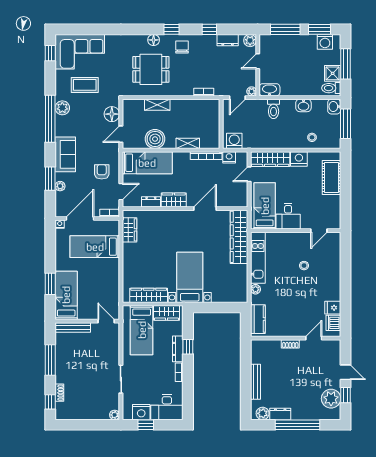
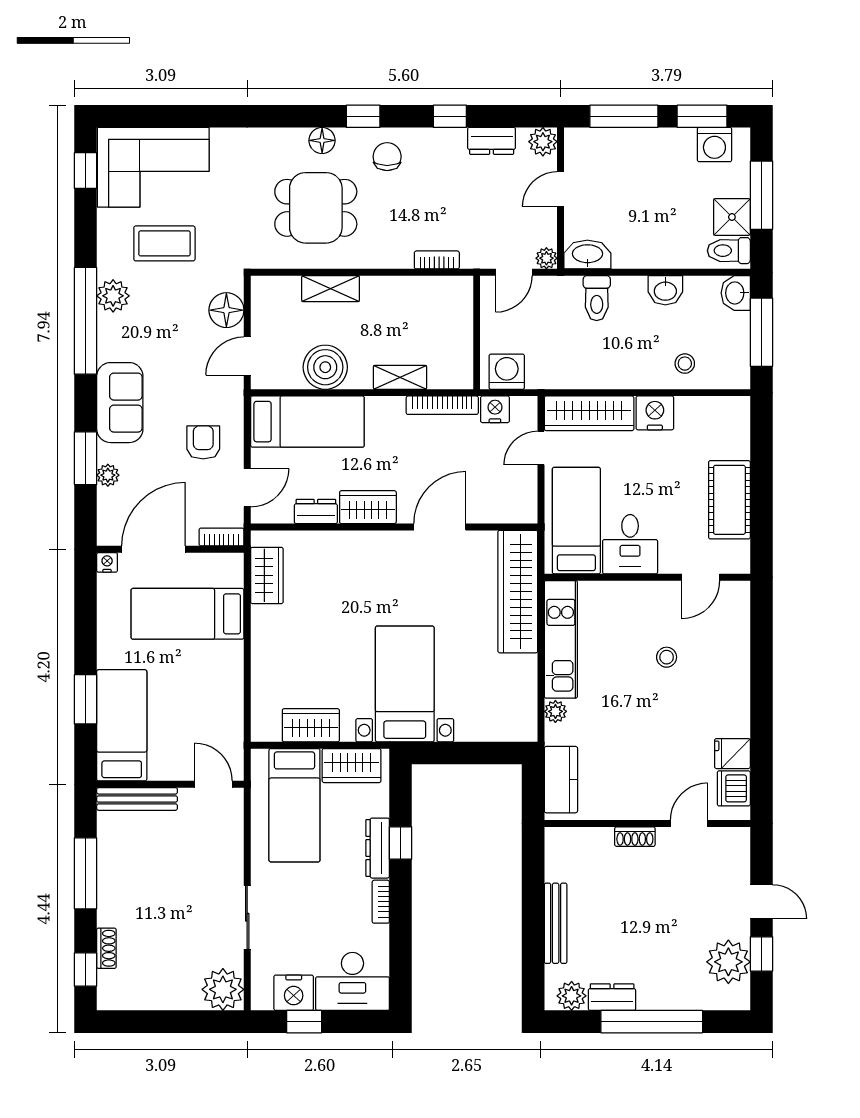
cot: (331, 178) -> (729, 500), moved
wardrobe: (149, 295) -> (311, 725), width x0.67
plant: (115, 415) -> (223, 989), width x1.87, depth x1.87

